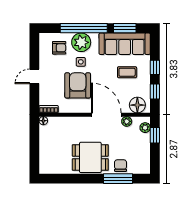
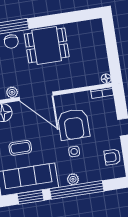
plant: (81, 42) -> (73, 179), width x0.53, depth x0.53
armchair: (59, 48) -> (112, 157), moved

